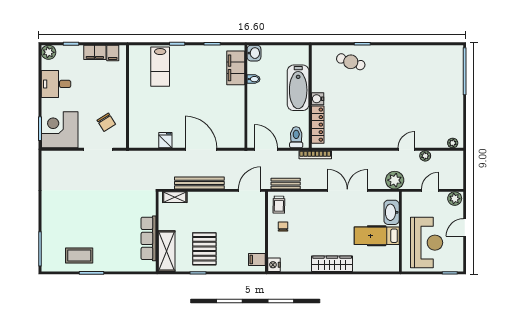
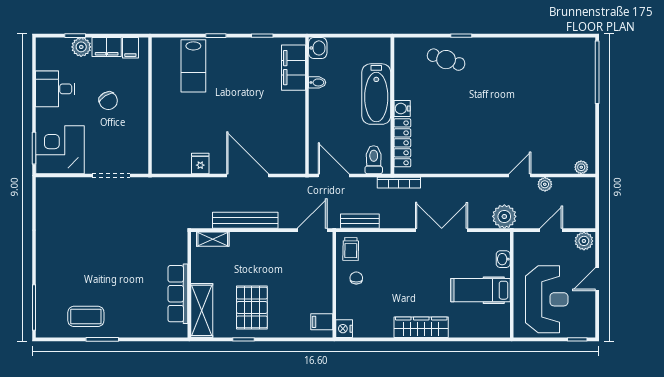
plant: (49, 52) -> (81, 47), moved
chair: (106, 122) -> (108, 101), moved
washbasin: (392, 212) -> (503, 259), width x0.52, depth x0.69

